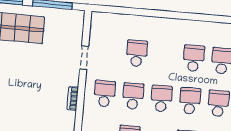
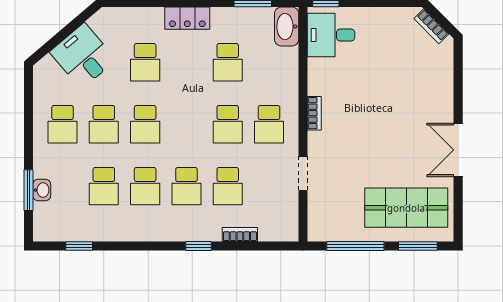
window: (160, 14) -> (198, 246), added
bookcase: (131, 19) -> (240, 235), added
school desk: (161, 98) -> (186, 186), moved

